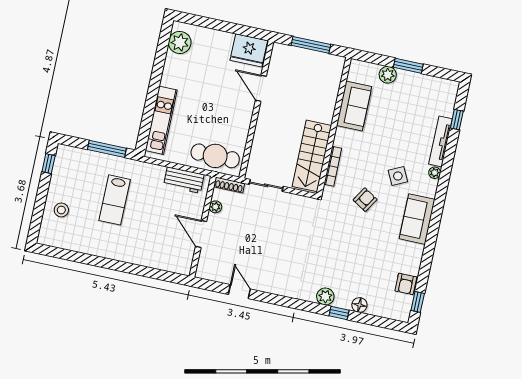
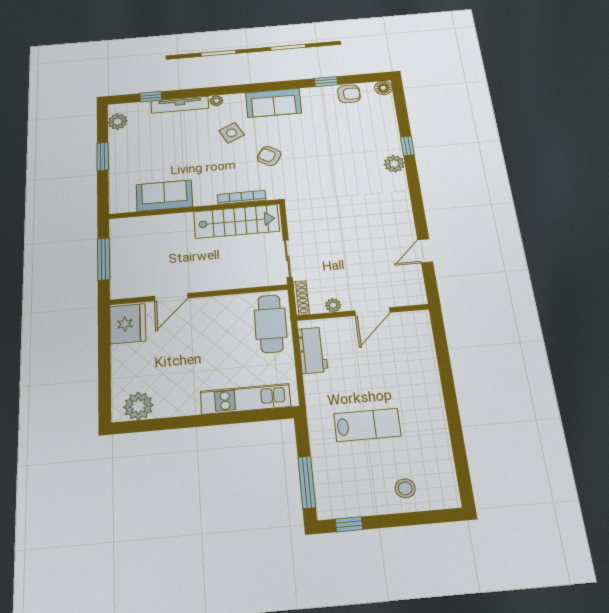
plant: (388, 75) -> (118, 122), moved
window: (107, 149) -> (307, 482), moved
window: (418, 302) -> (326, 82), moved
floor lamp: (359, 305) -> (383, 88), moved

